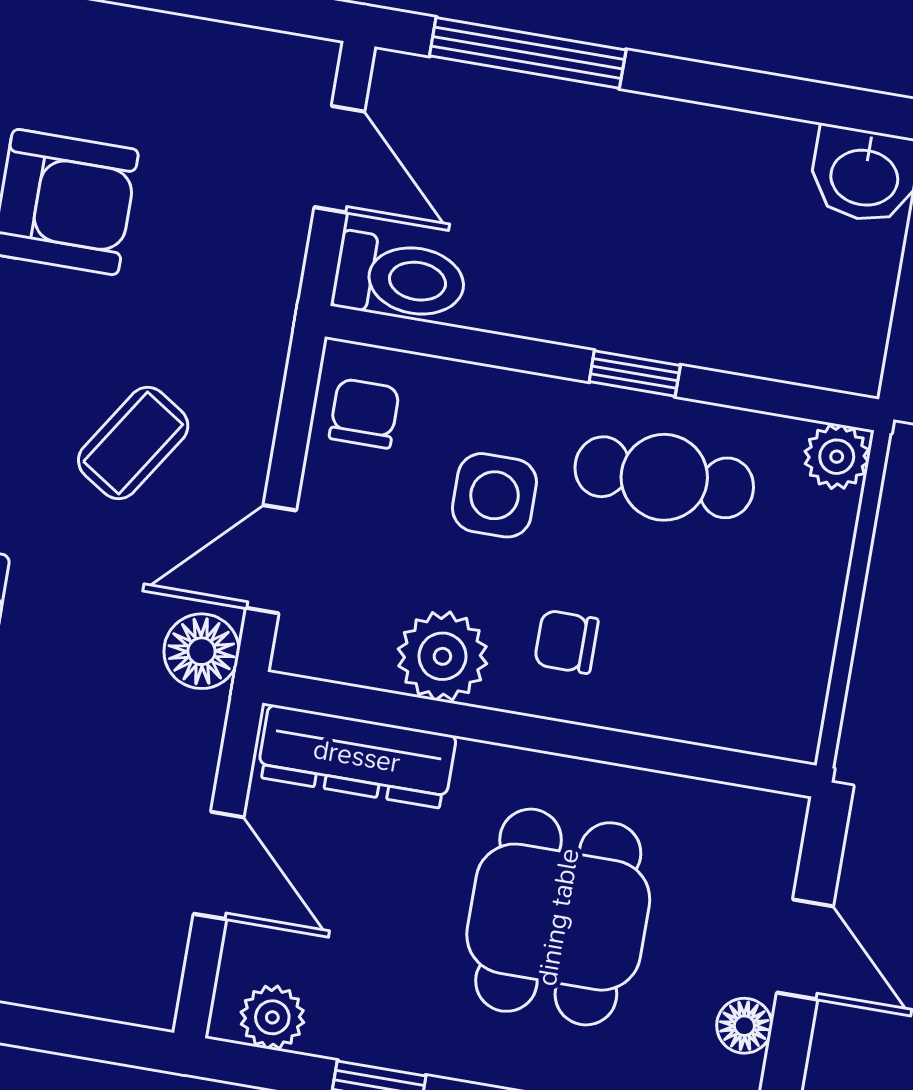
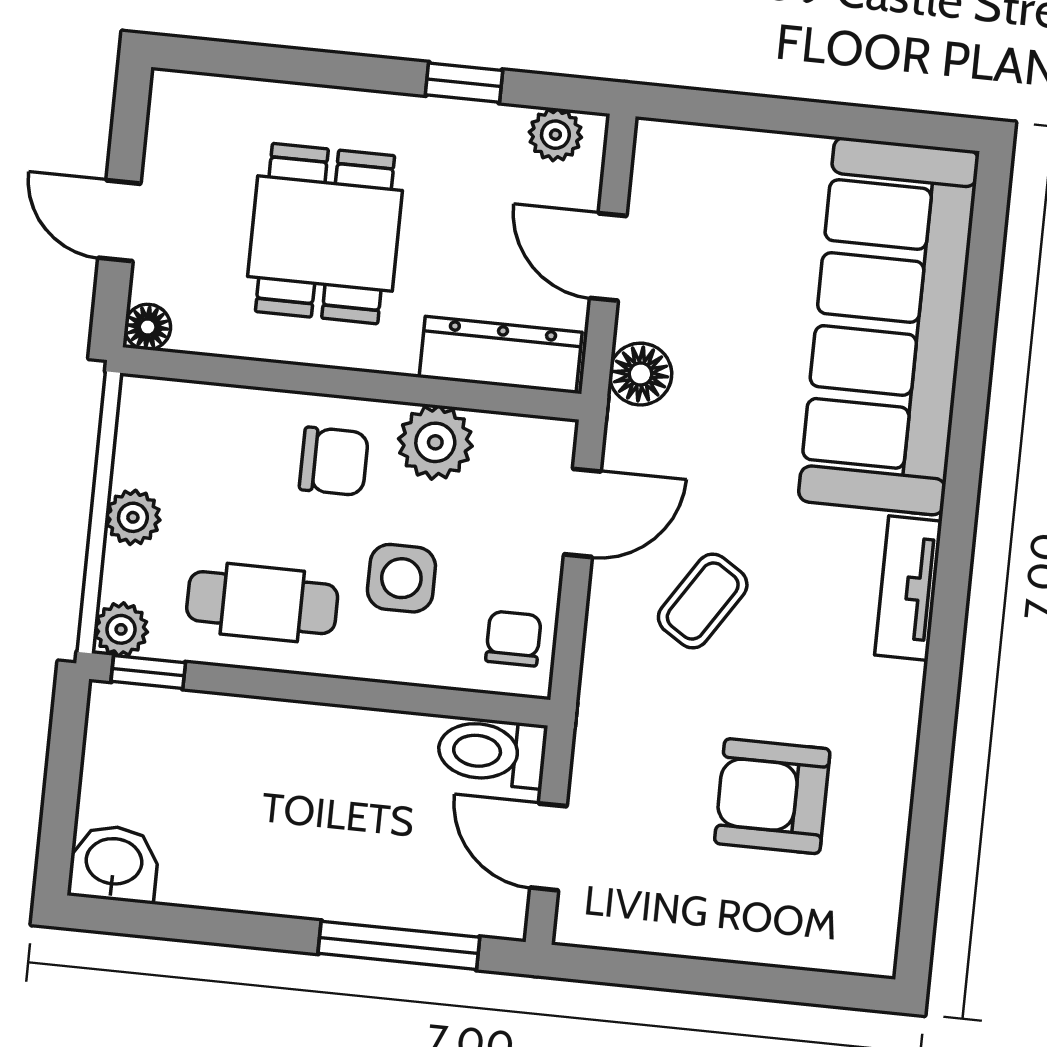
window: (635, 374) -> (148, 672), moved
chair: (364, 413) -> (513, 639), turned 180
plant: (813, 591) -> (133, 517), added
chair: (566, 642) -> (334, 461), width x1.37, depth x1.37
floor lamp: (201, 651) -> (641, 374), moved
floor lamp: (744, 1026) -> (148, 327), moved

